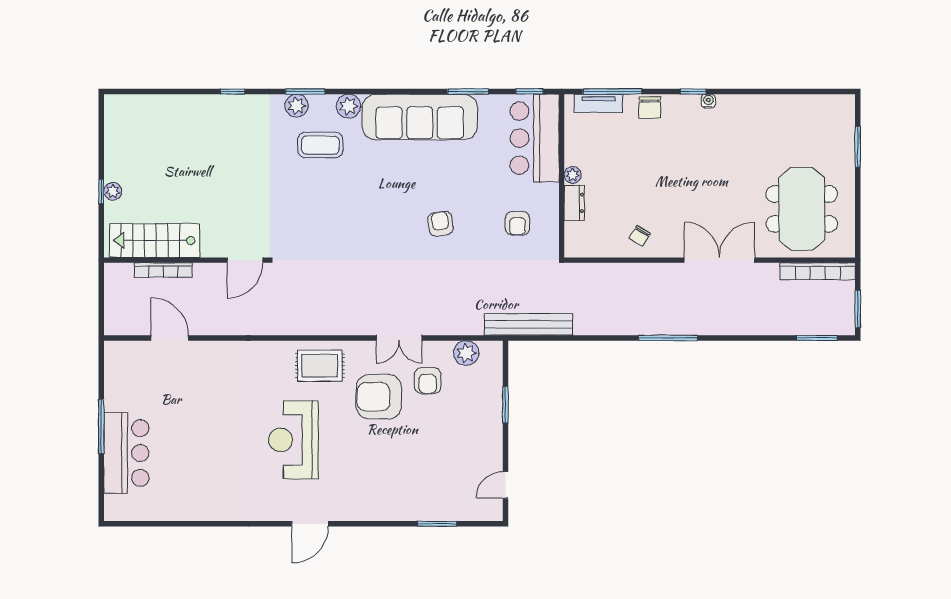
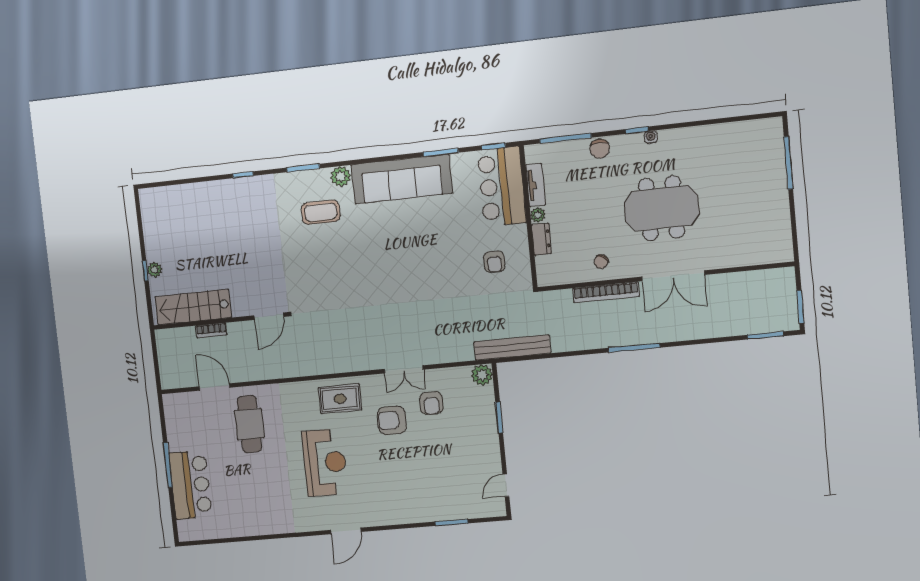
tv unit: (598, 103) -> (536, 185), moved, turned -90
plant: (297, 106) -> (297, 181), removed
window: (858, 147) -> (788, 163), width x1.44
meeting table: (802, 209) -> (662, 208), moved, turned 90
armchair: (440, 224) -> (429, 269), removed
double door: (719, 260) -> (673, 276), swing flipped
bookcase: (163, 270) -> (211, 330), width x0.64
bookcase: (818, 271) -> (606, 292), moved
plant: (466, 353) -> (482, 375), moved
cafe table: (207, 386) -> (249, 424), added
armchair: (379, 397) -> (392, 420), width x0.73, depth x0.73
reception desk: (293, 440) -> (325, 463), turned 180

